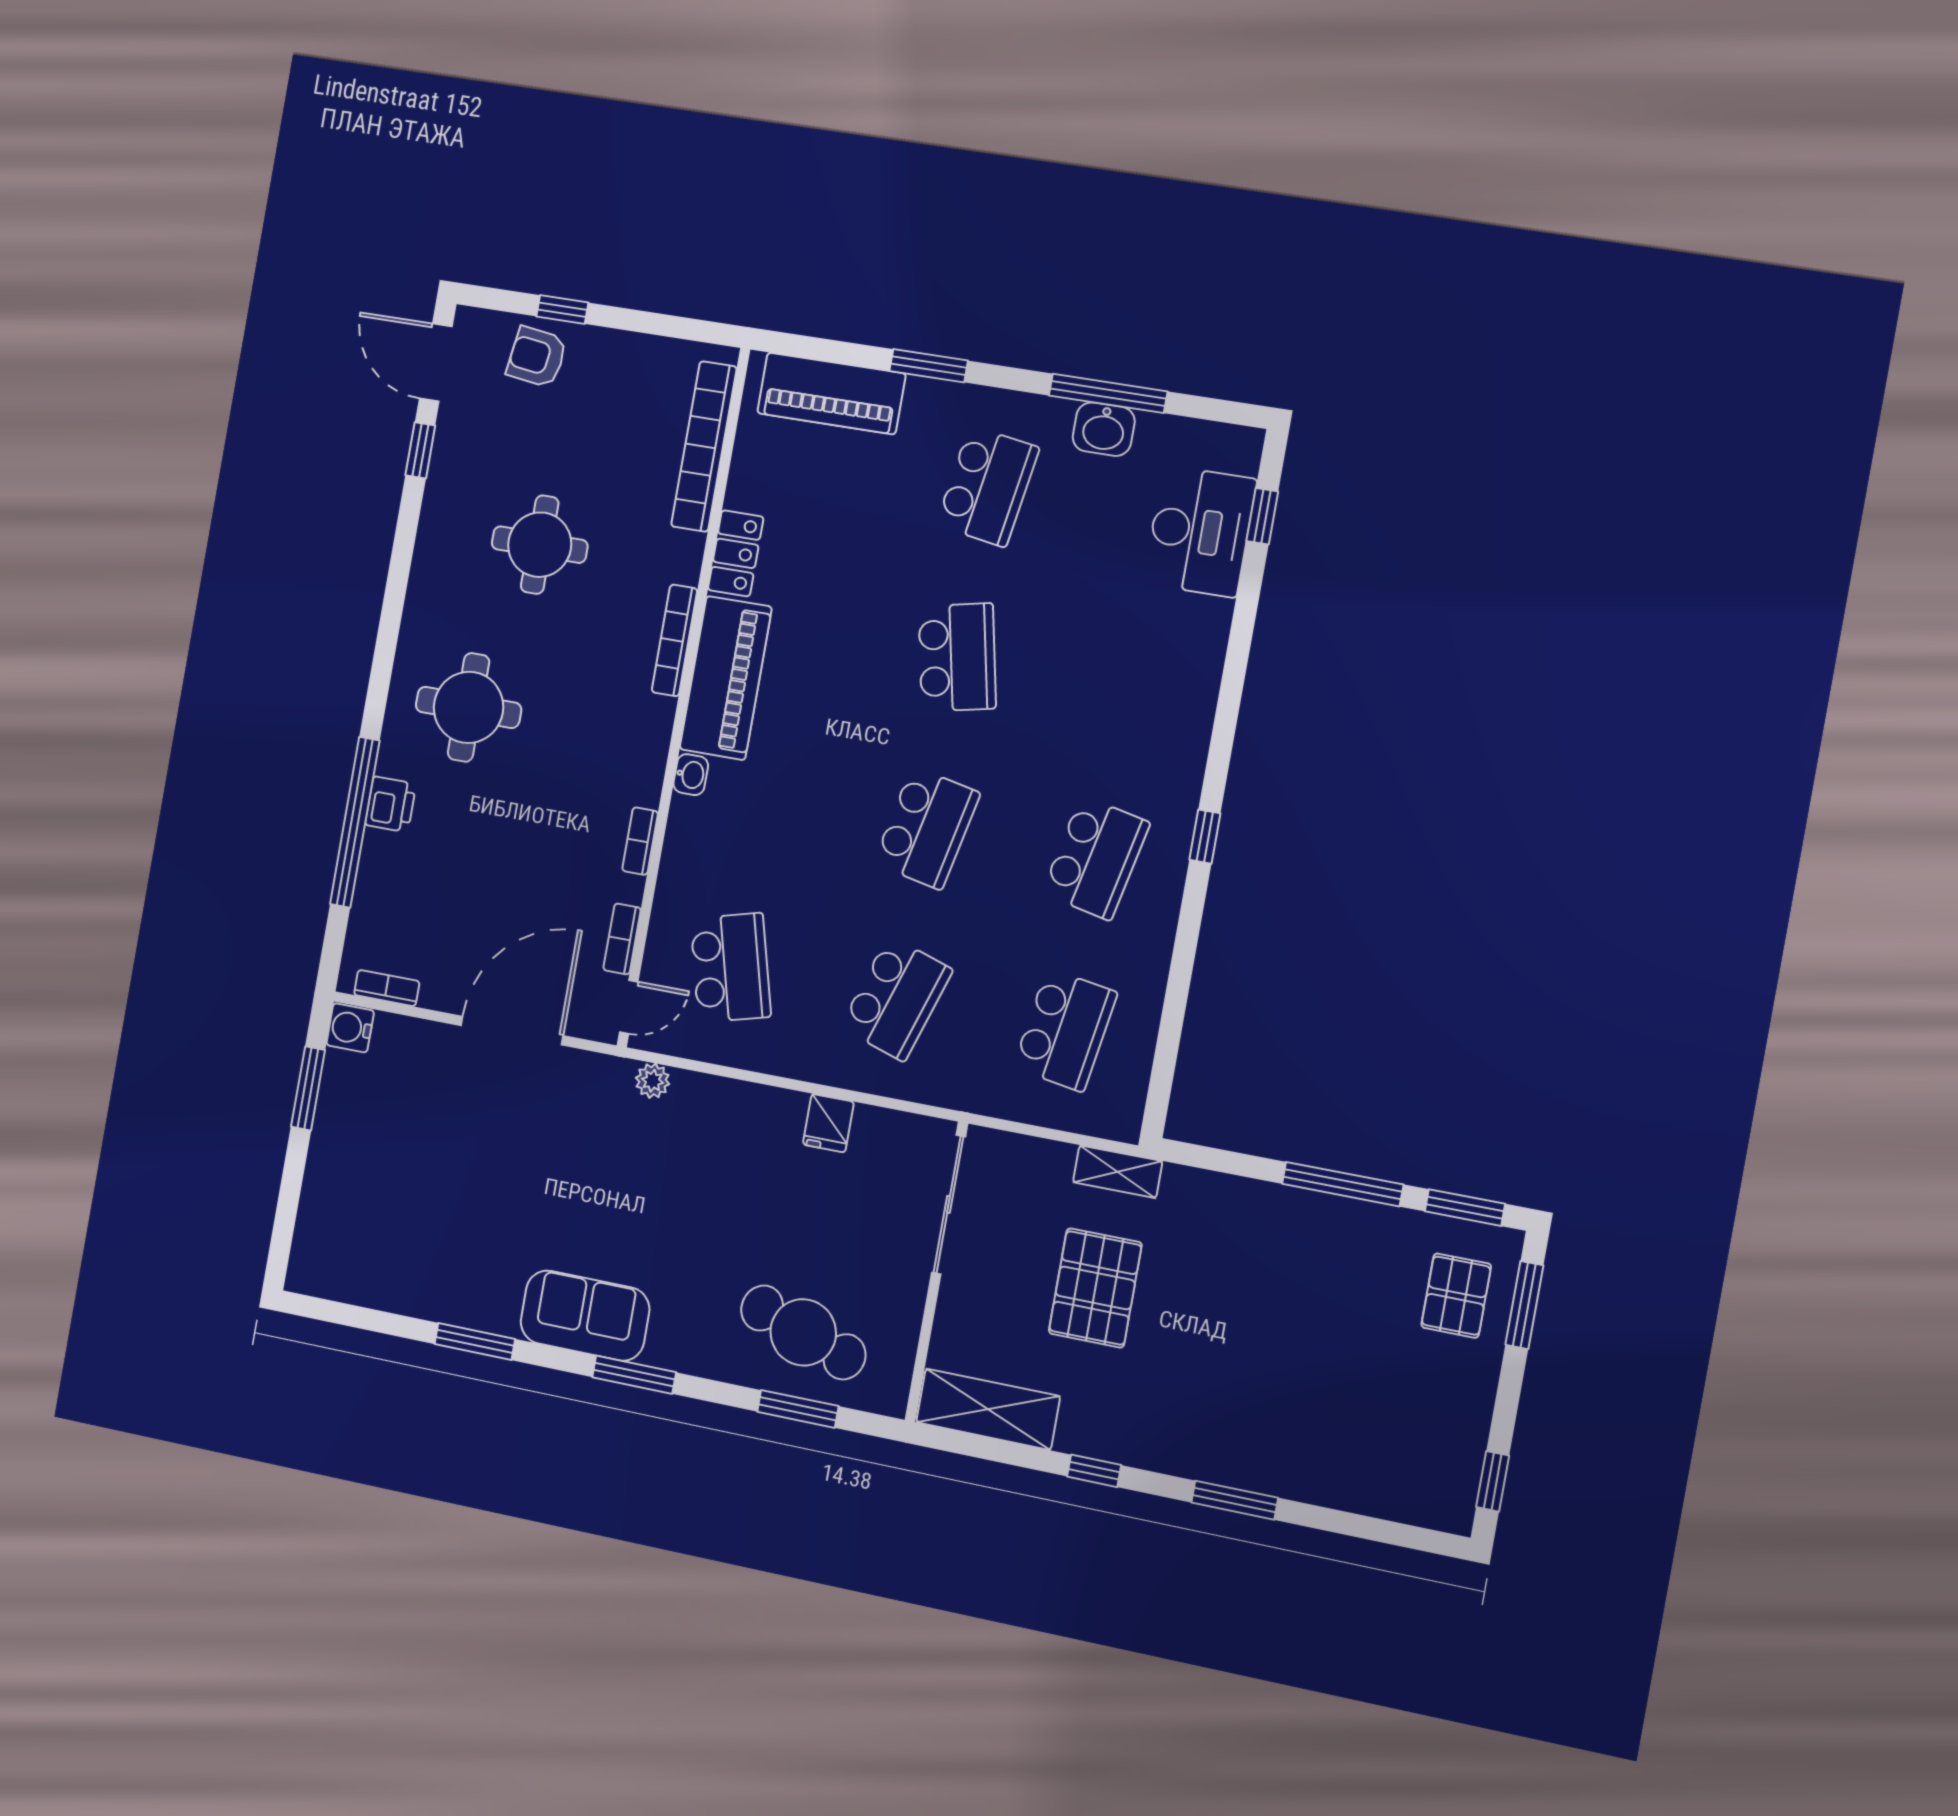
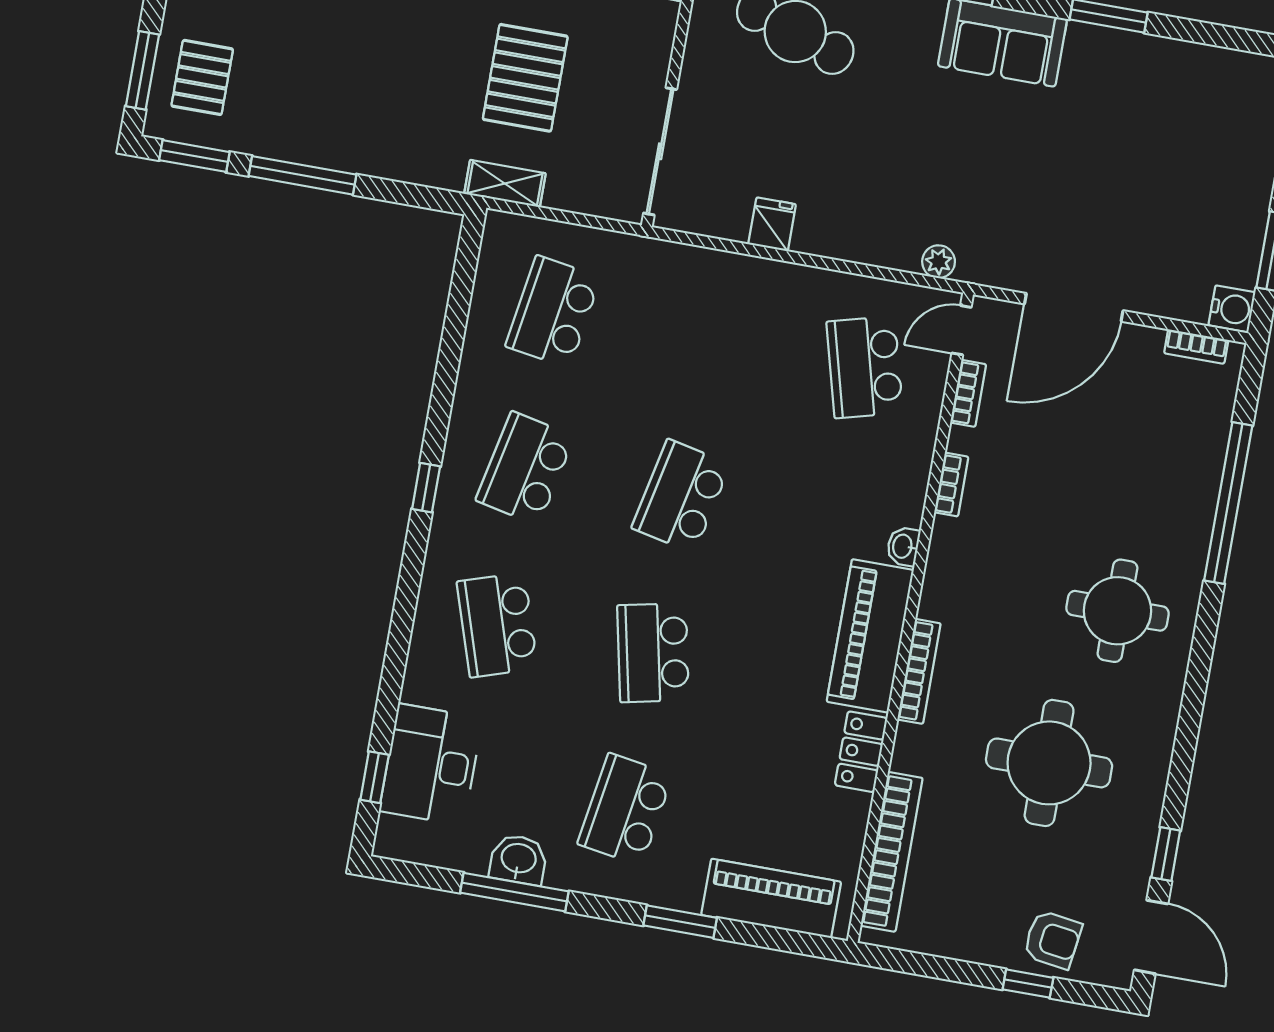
round table: (540, 545) -> (1049, 763), width x1.36, depth x1.36
printer: (391, 804) -> (1193, 520), removed
school desk: (896, 999) -> (497, 625), moved, turned -36

